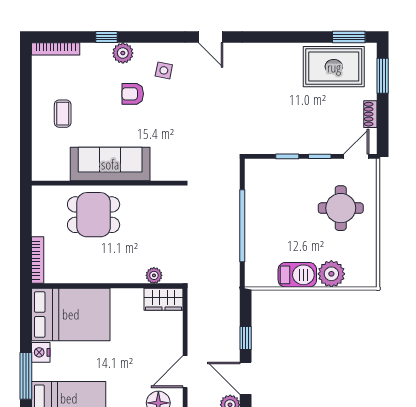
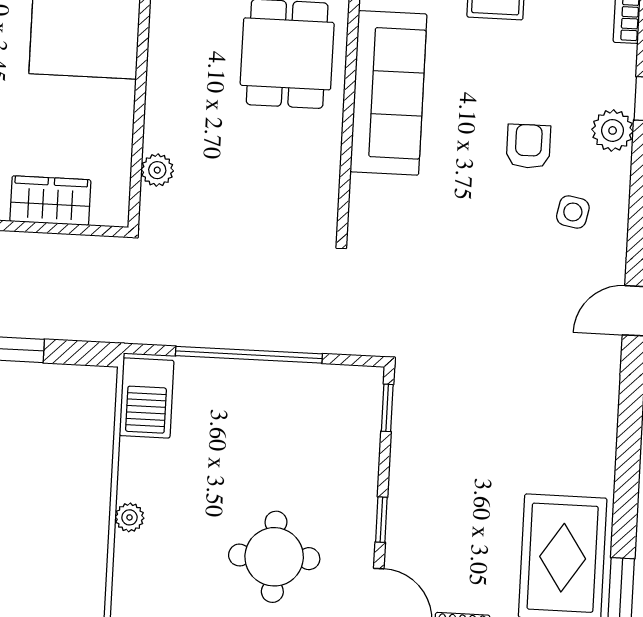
window: (287, 156) -> (387, 408), moved
plant: (331, 274) -> (130, 517), width x0.53, depth x0.53
barbecue: (297, 275) -> (147, 398), moved
wardrobe: (164, 299) -> (50, 201), moved, turned 90

